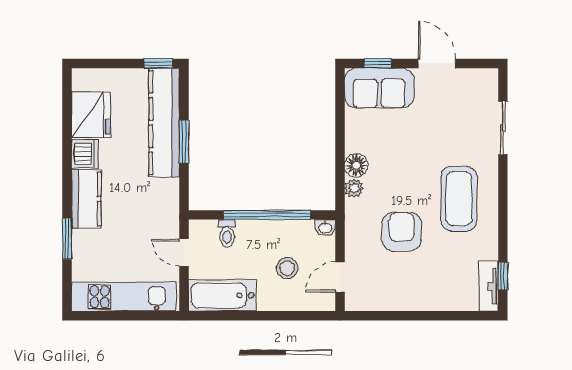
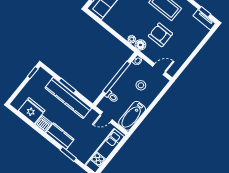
kitchen counter: (164, 123) -> (68, 98), moved
floor lamp: (356, 165) -> (140, 45), moved
door: (340, 277) -> (159, 69), swing flipped

